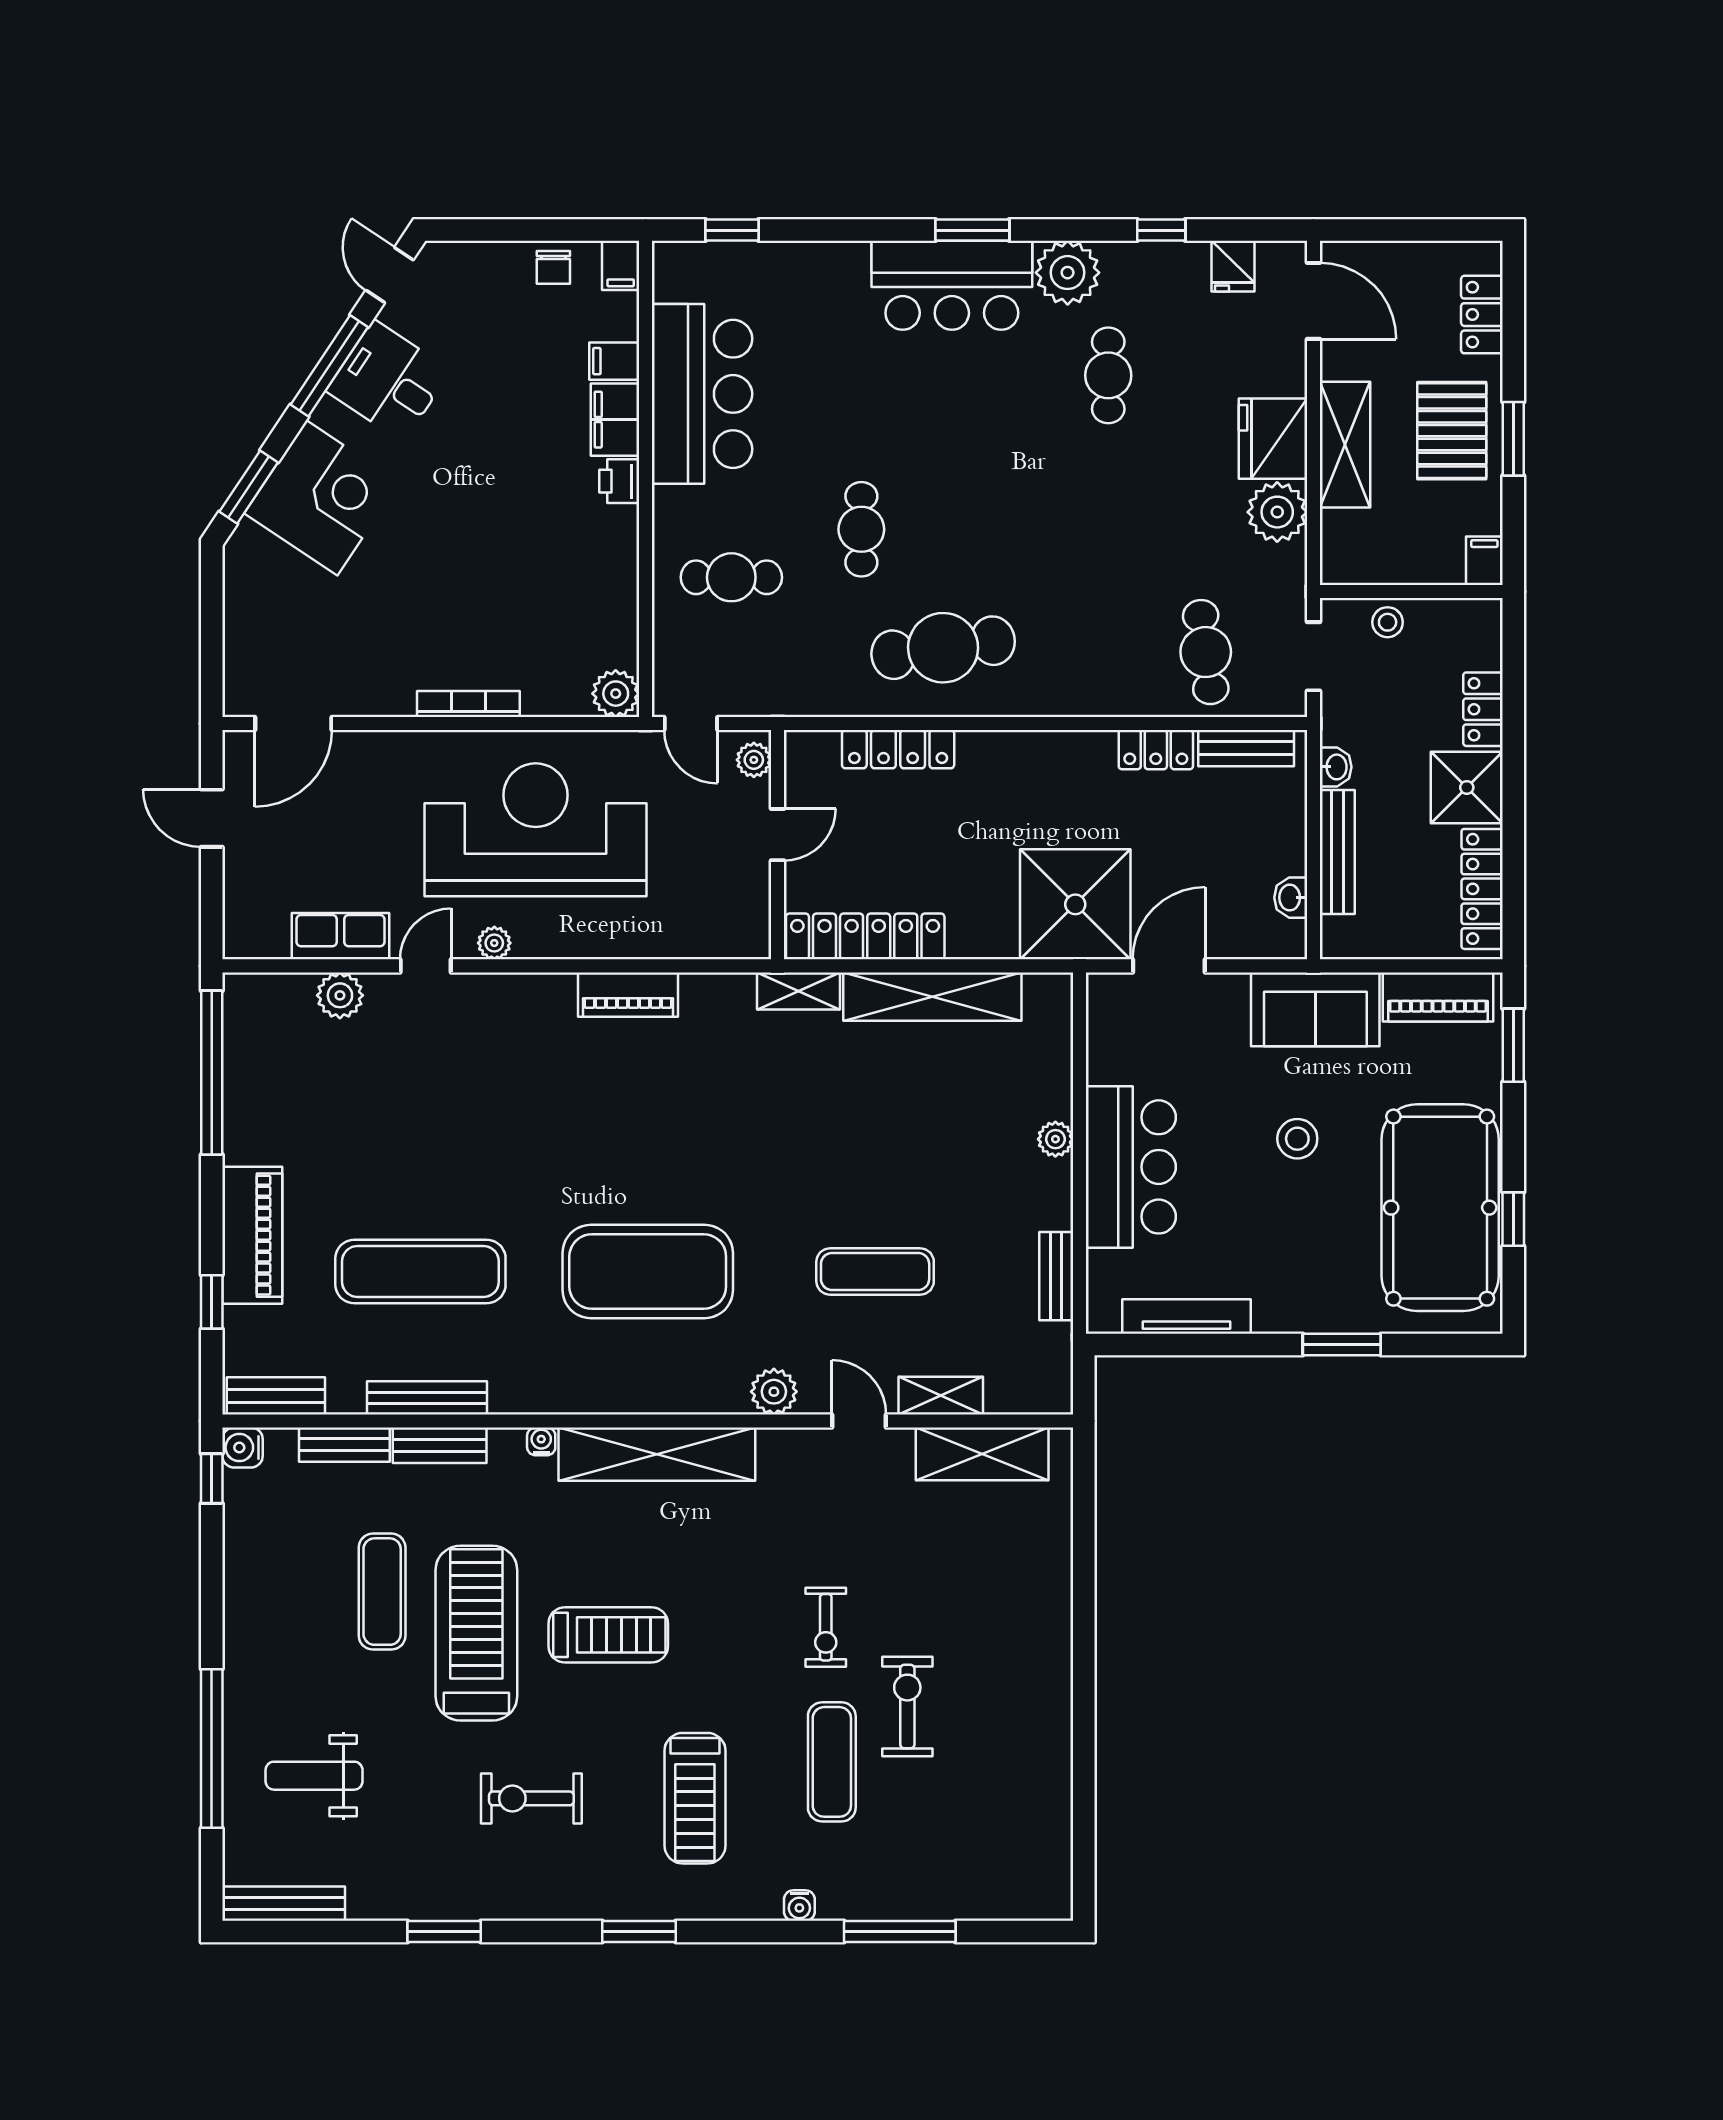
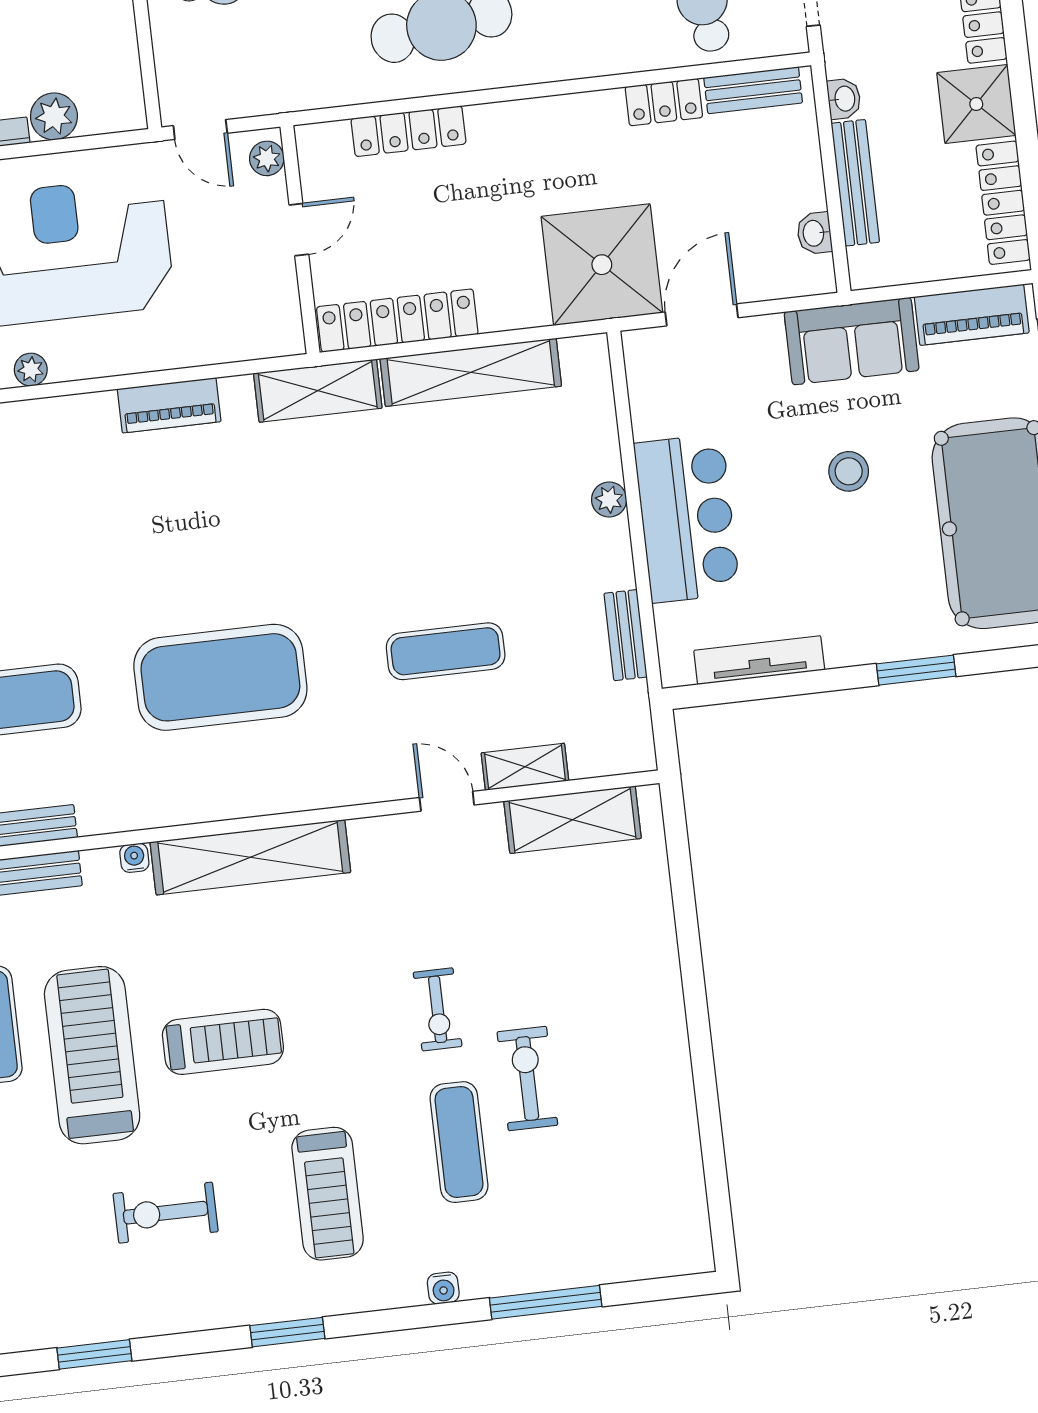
plant: (616, 694) -> (54, 116), moved
shelving: (798, 991) -> (318, 391), width x1.50, depth x1.33
plant: (774, 1392) -> (359, 782), removed

